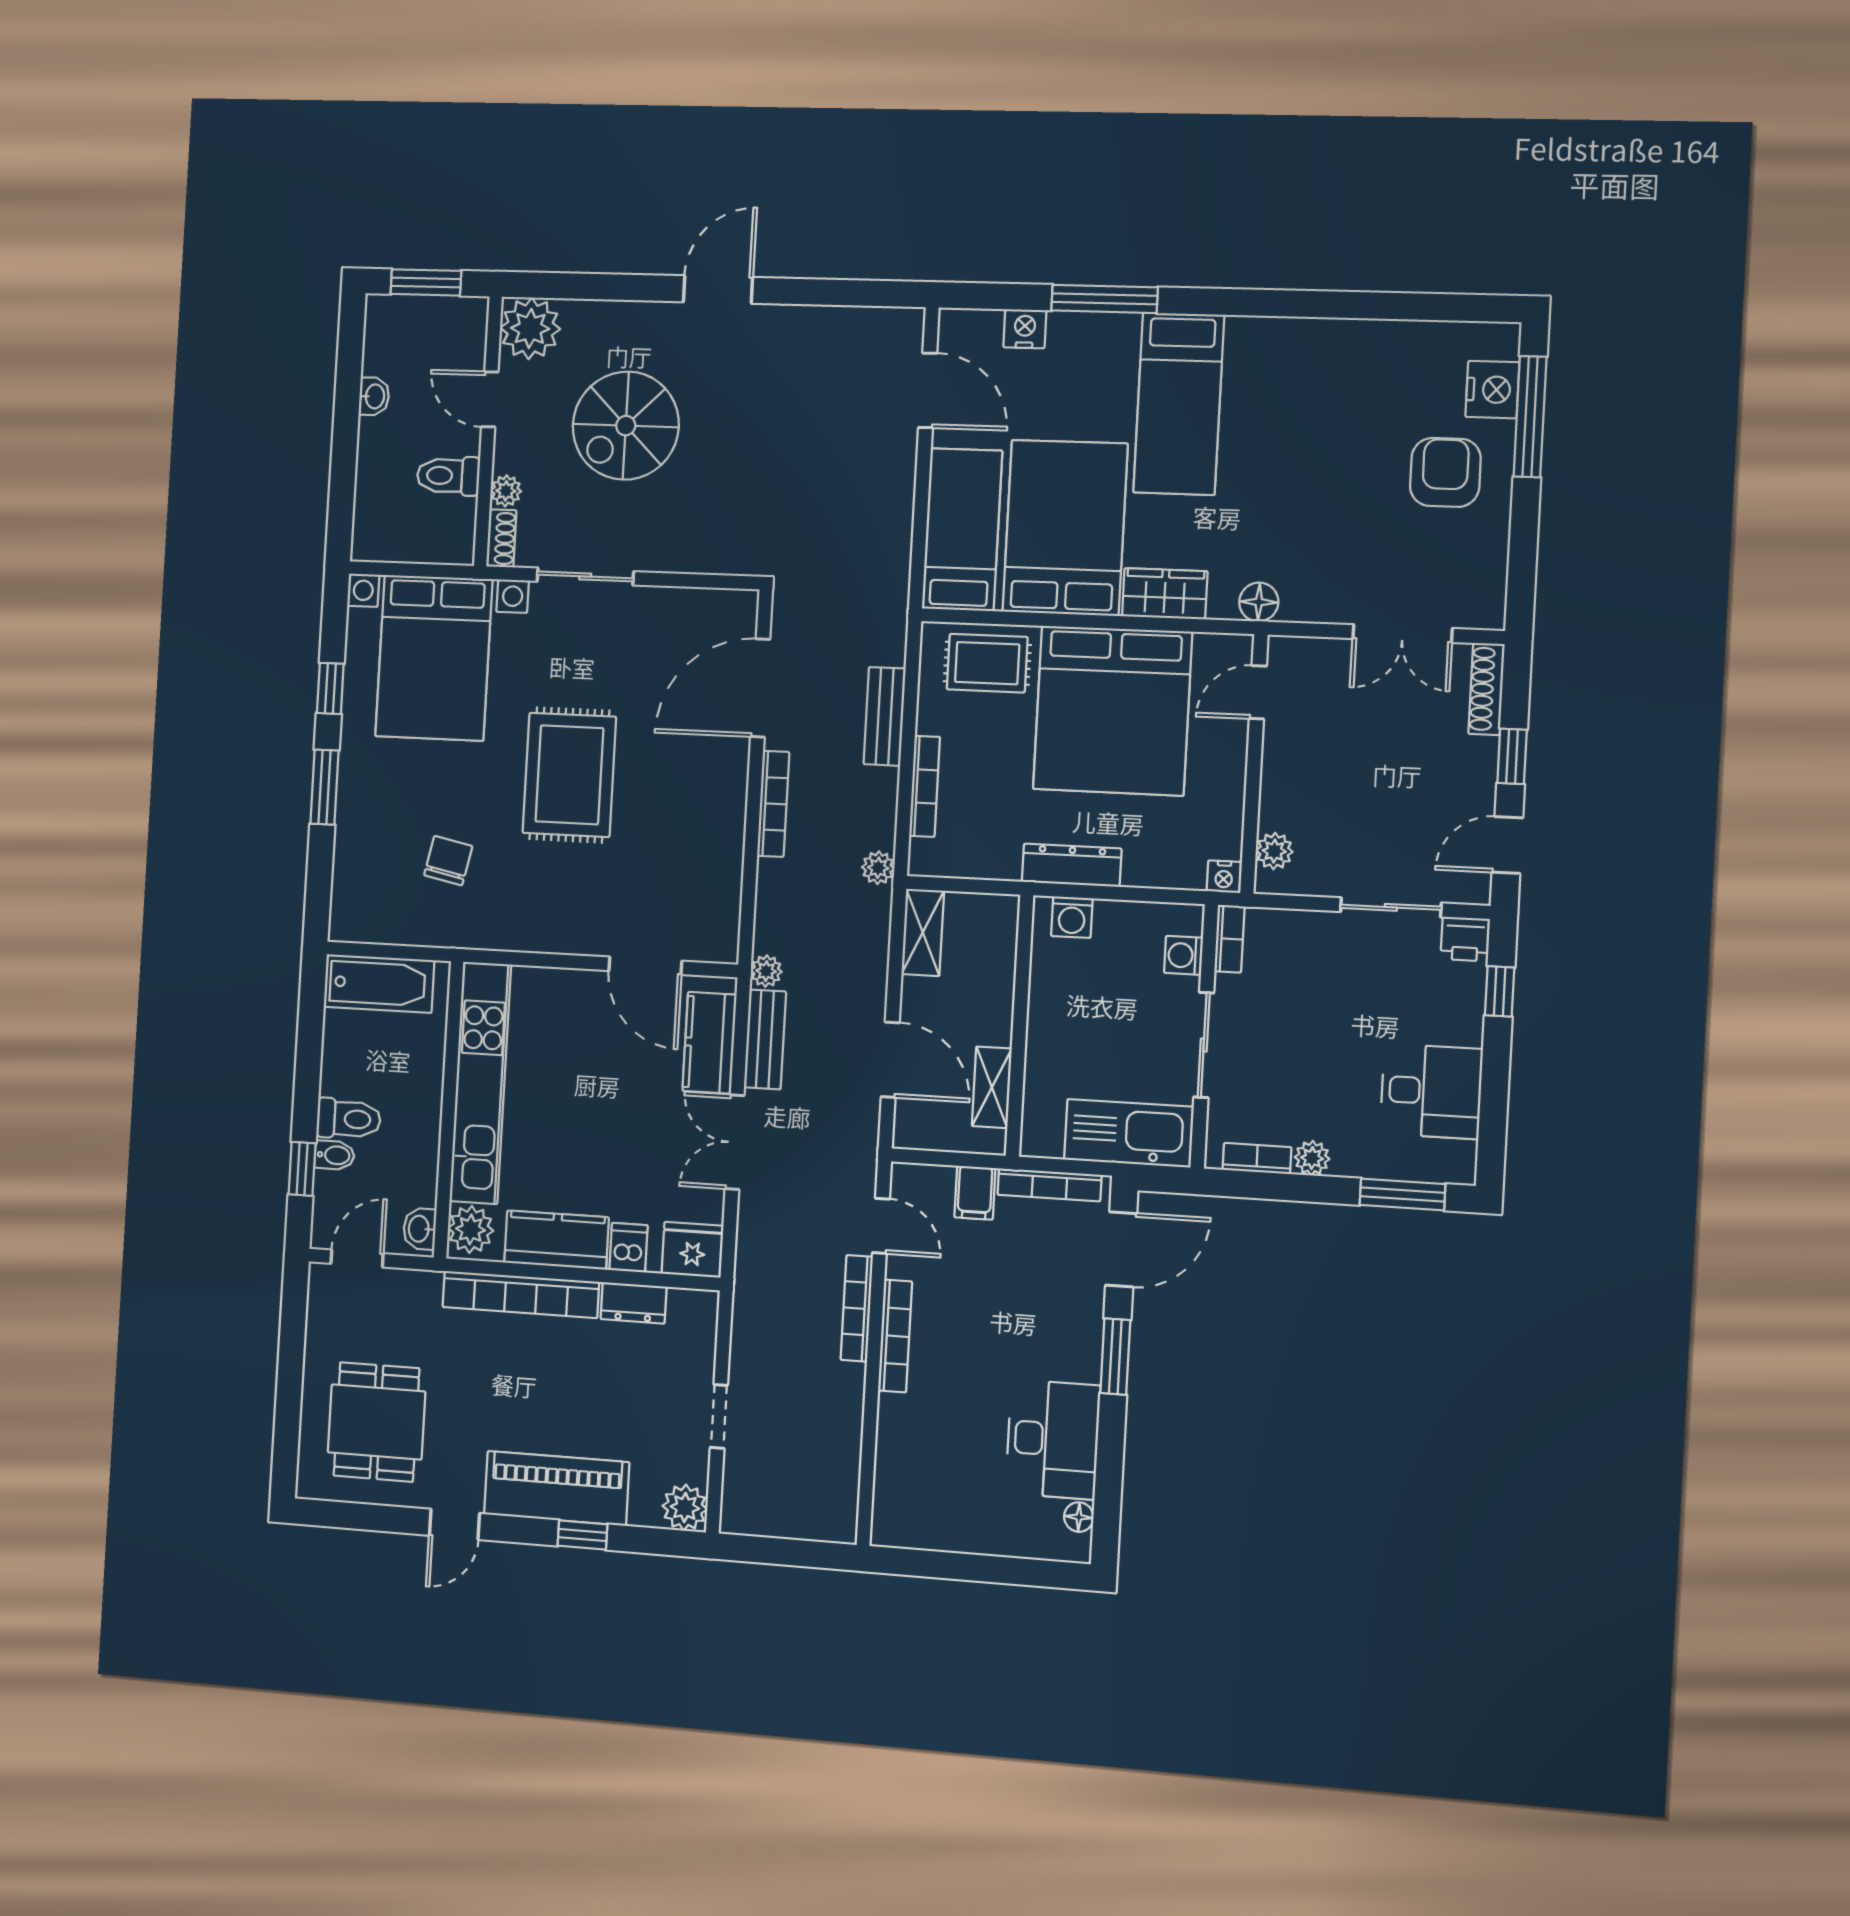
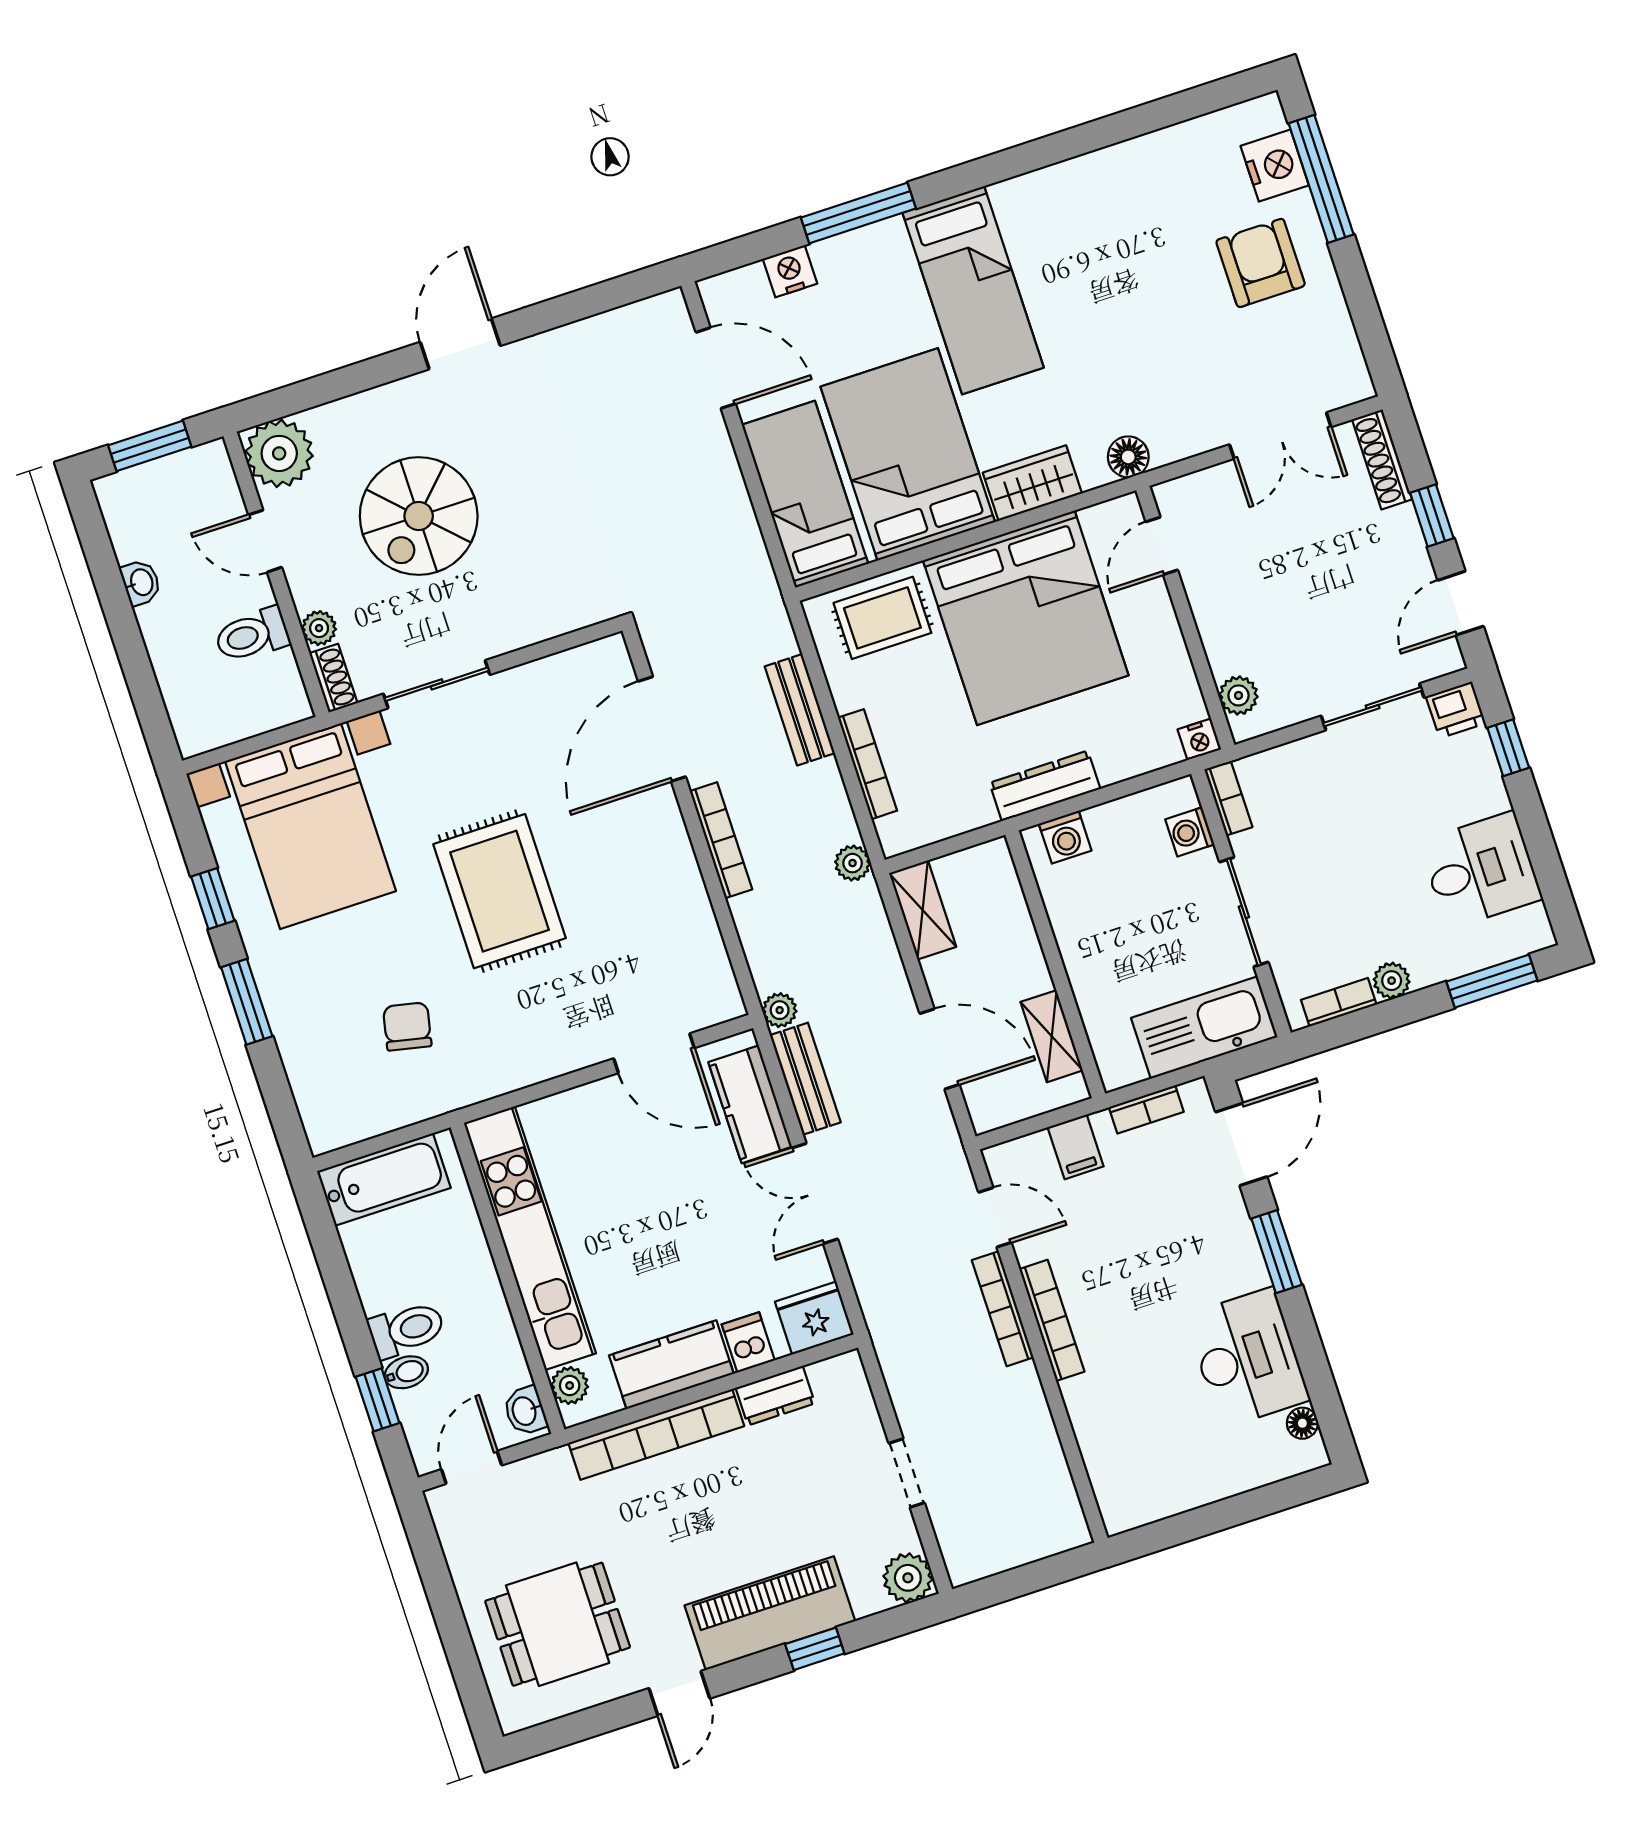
bookcase: (1049, 1185) -> (1146, 1109), width x0.64
plant: (471, 1229) -> (570, 1386), width x0.73, depth x0.73
dining table: (376, 1422) -> (558, 1624), turned 90

